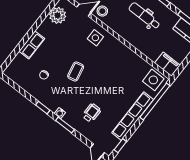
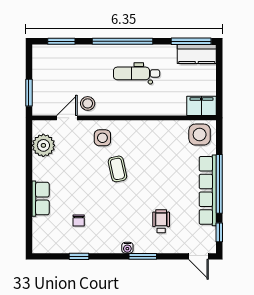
coffee table: (76, 71) -> (117, 169), moved
window: (155, 101) -> (219, 184), moved
window: (43, 108) -> (79, 256), moved

